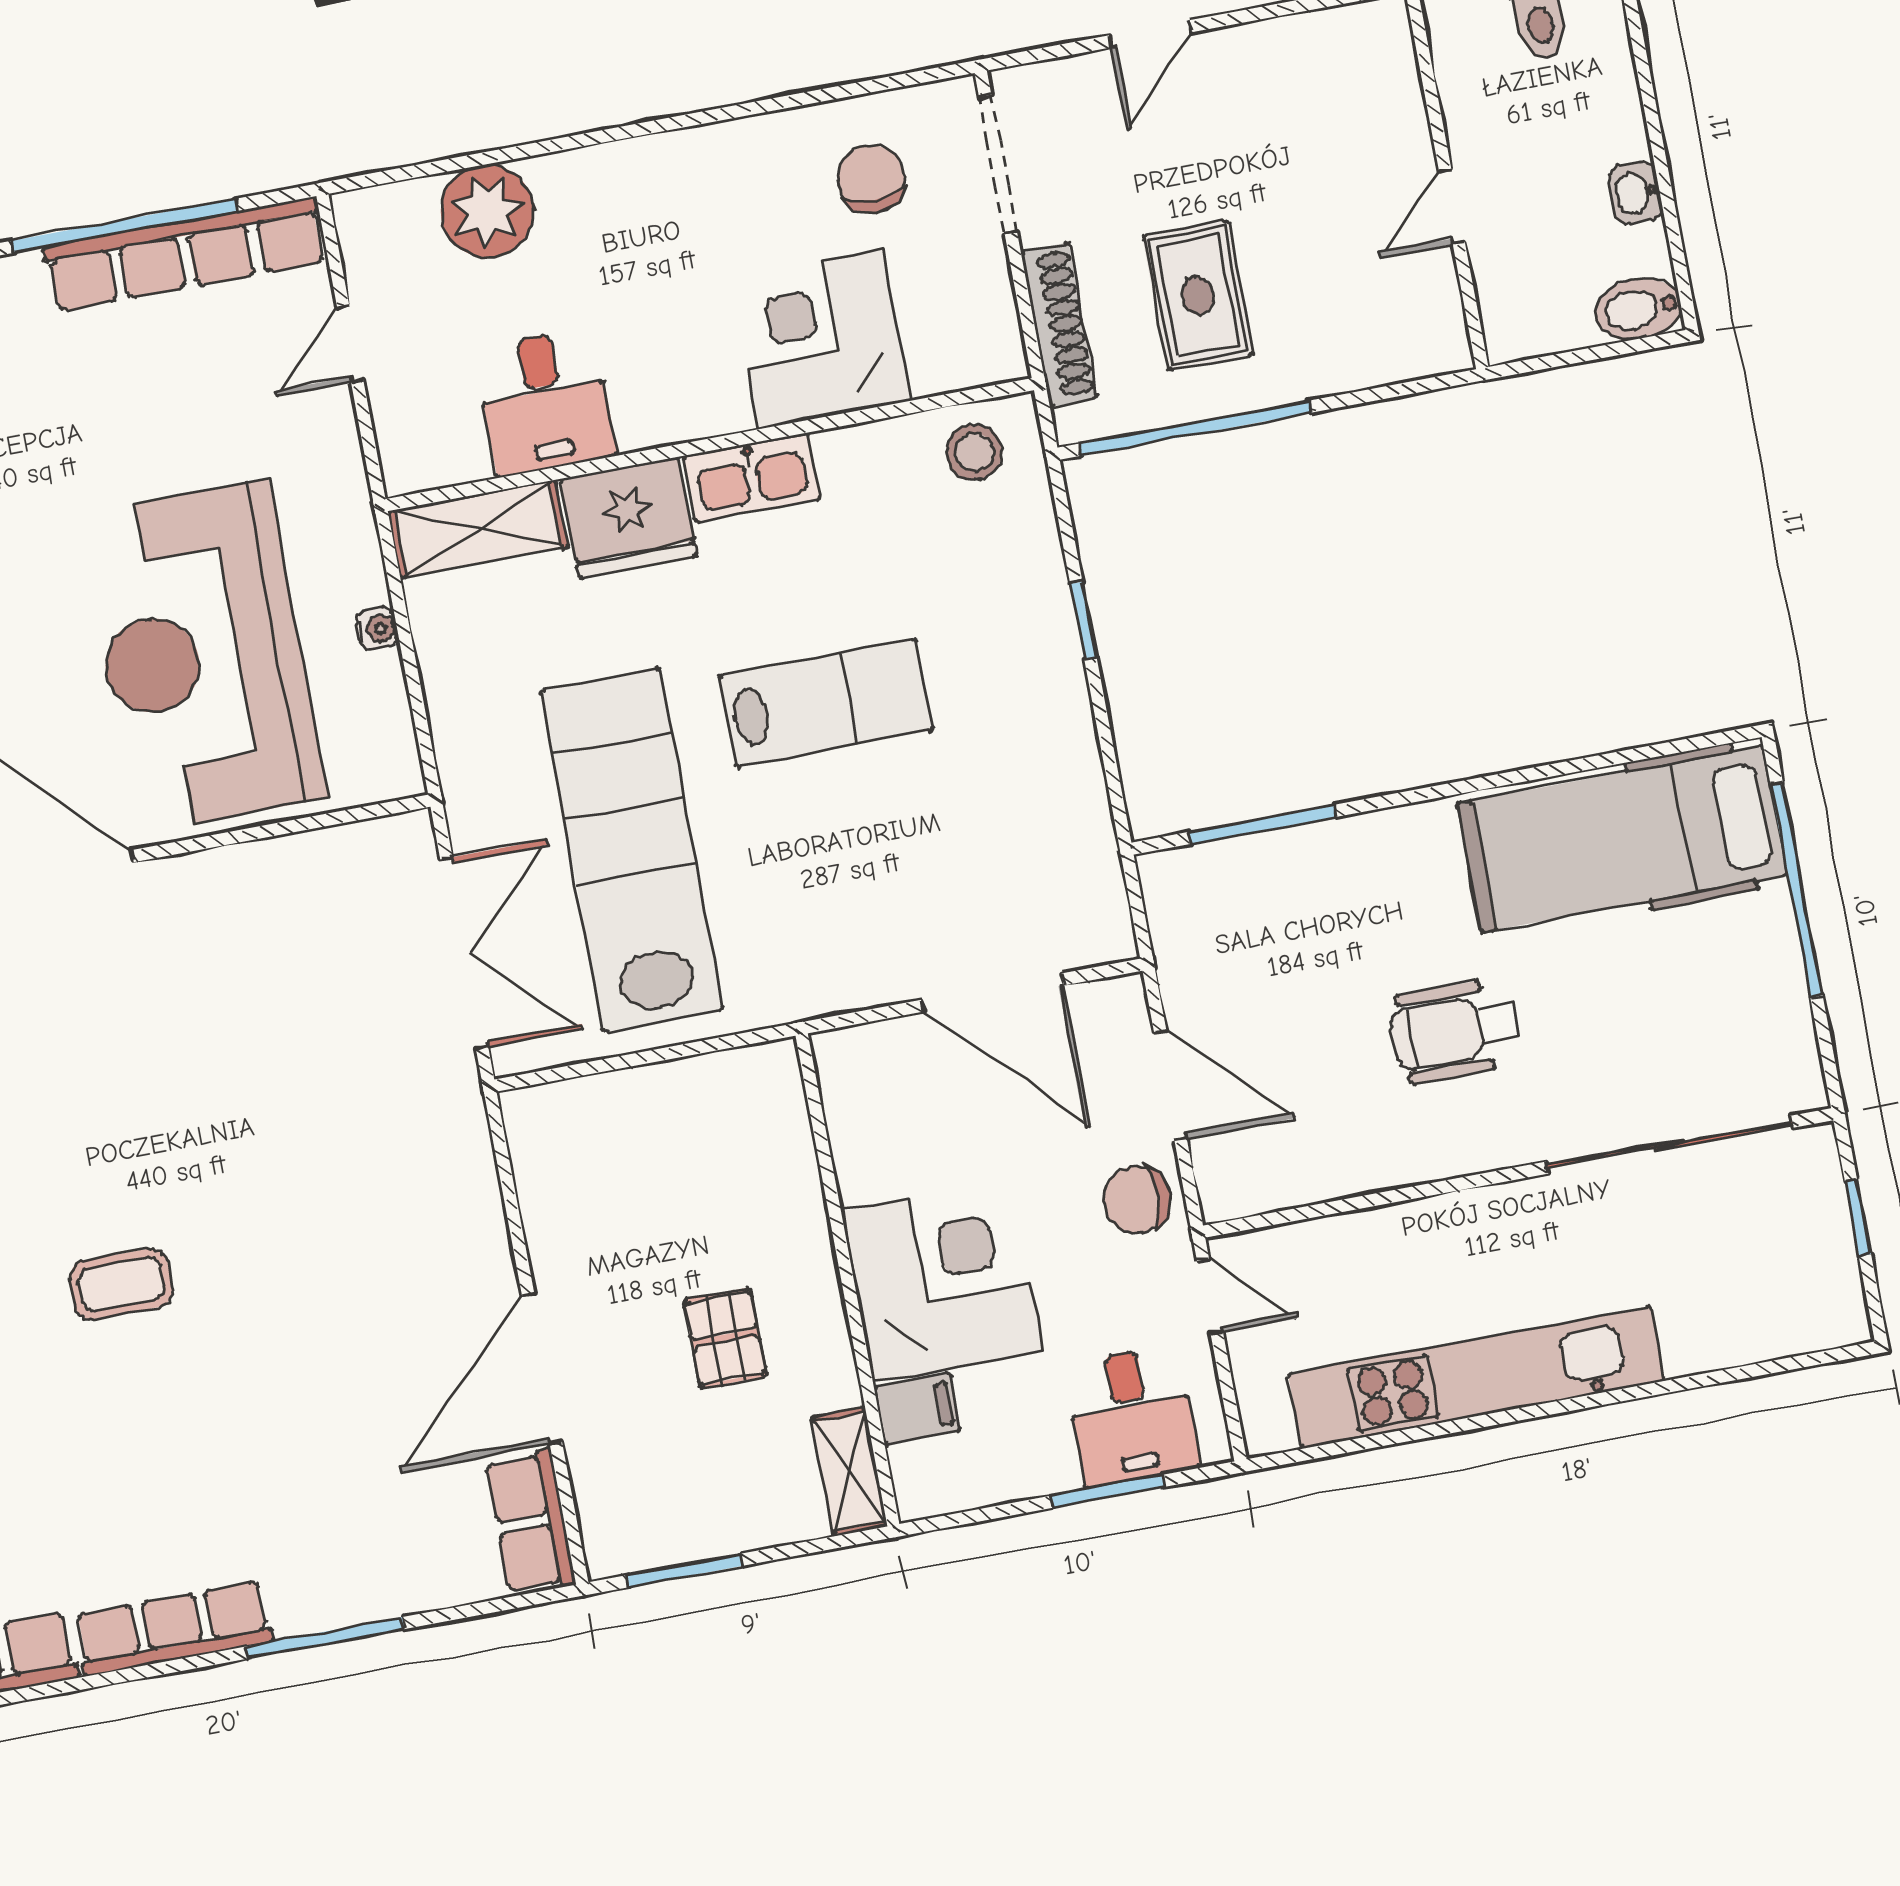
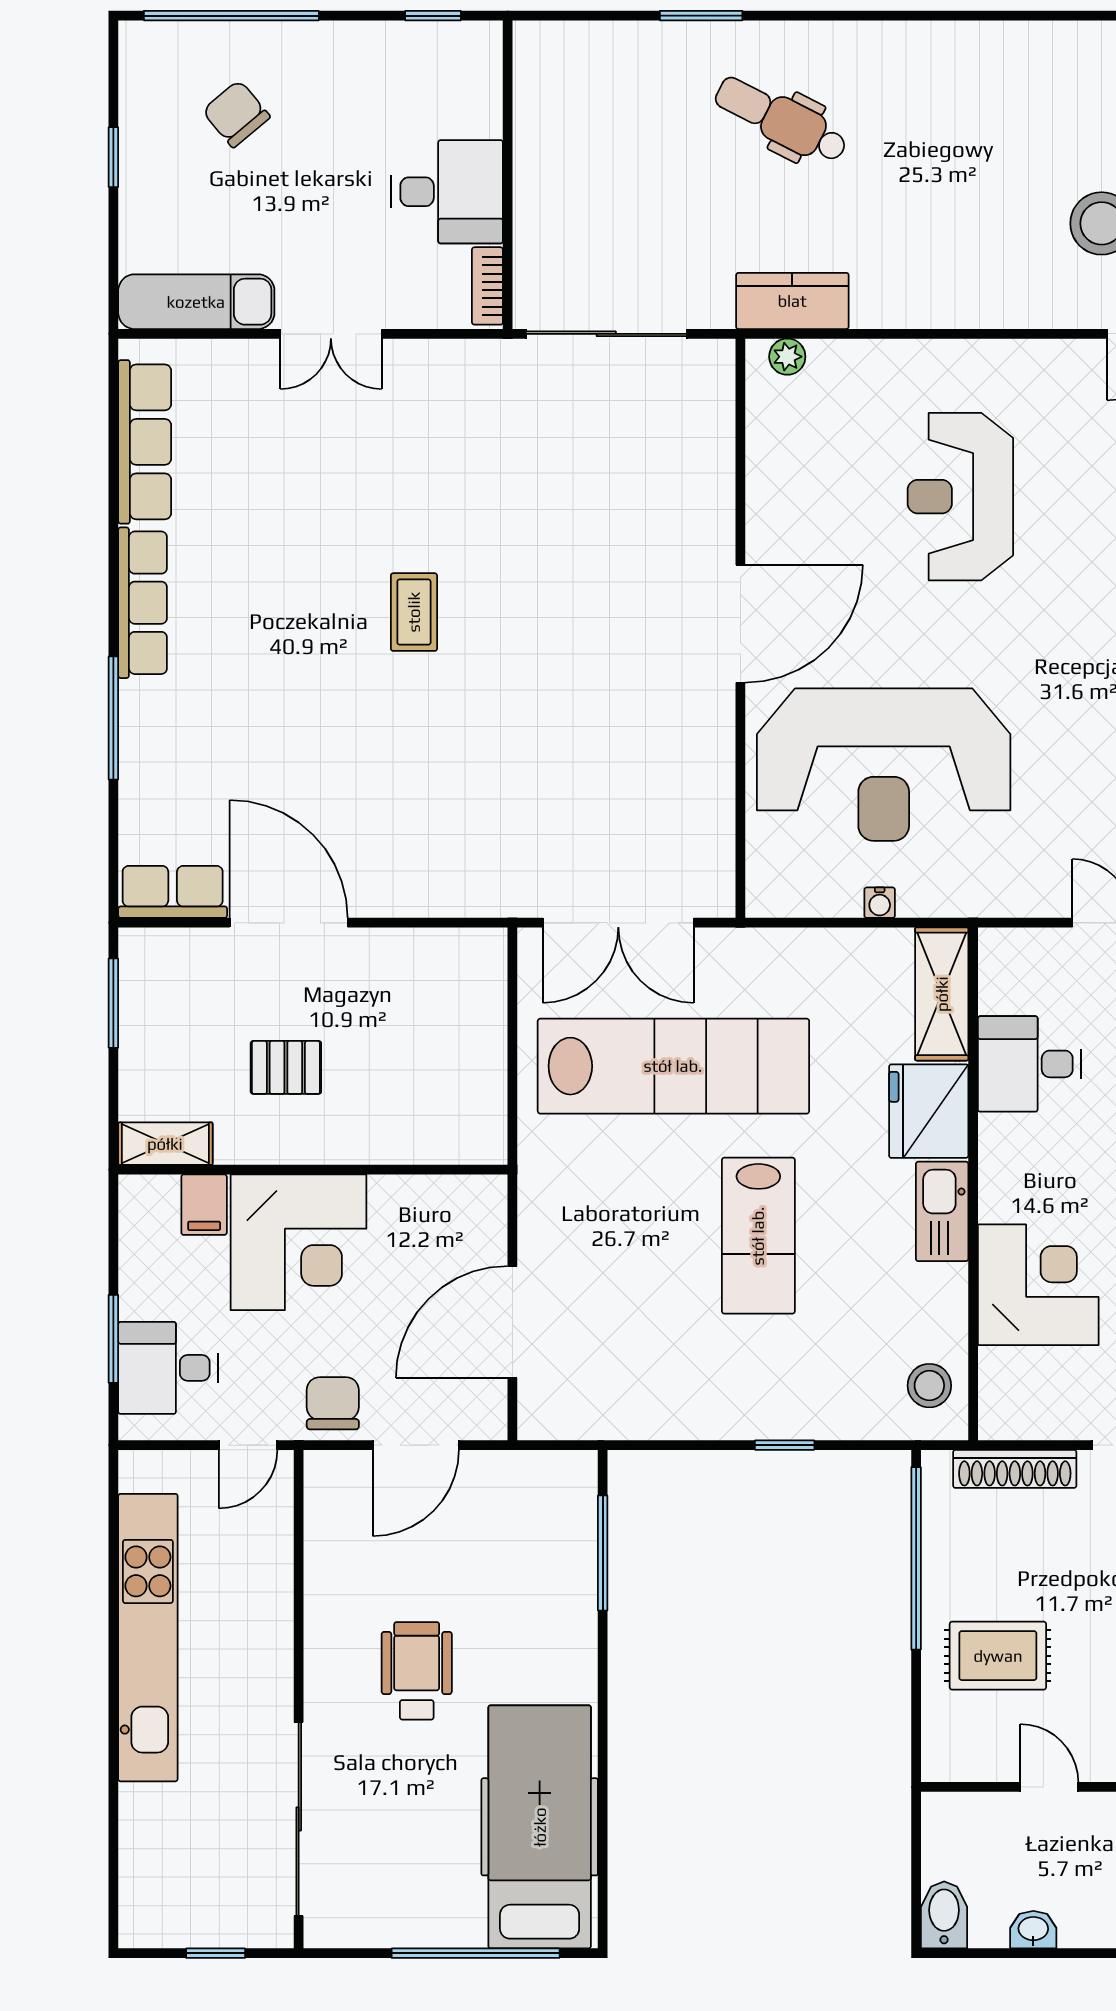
rug: (1198, 296) -> (998, 1656), moved
reception desk: (202, 656) -> (884, 765), turned 180

